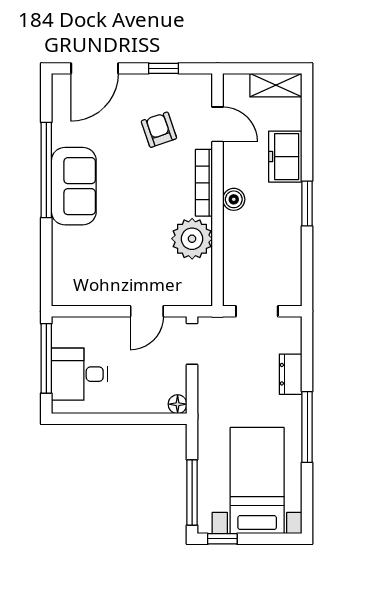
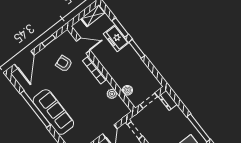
window: (307, 143) -> (120, 27), added
sofa: (74, 186) -> (53, 112), width x1.36
boiler: (234, 199) -> (127, 90), moved
plant: (192, 239) -> (112, 94), width x0.53, depth x0.53
dresser: (291, 374) -> (168, 100), moved

